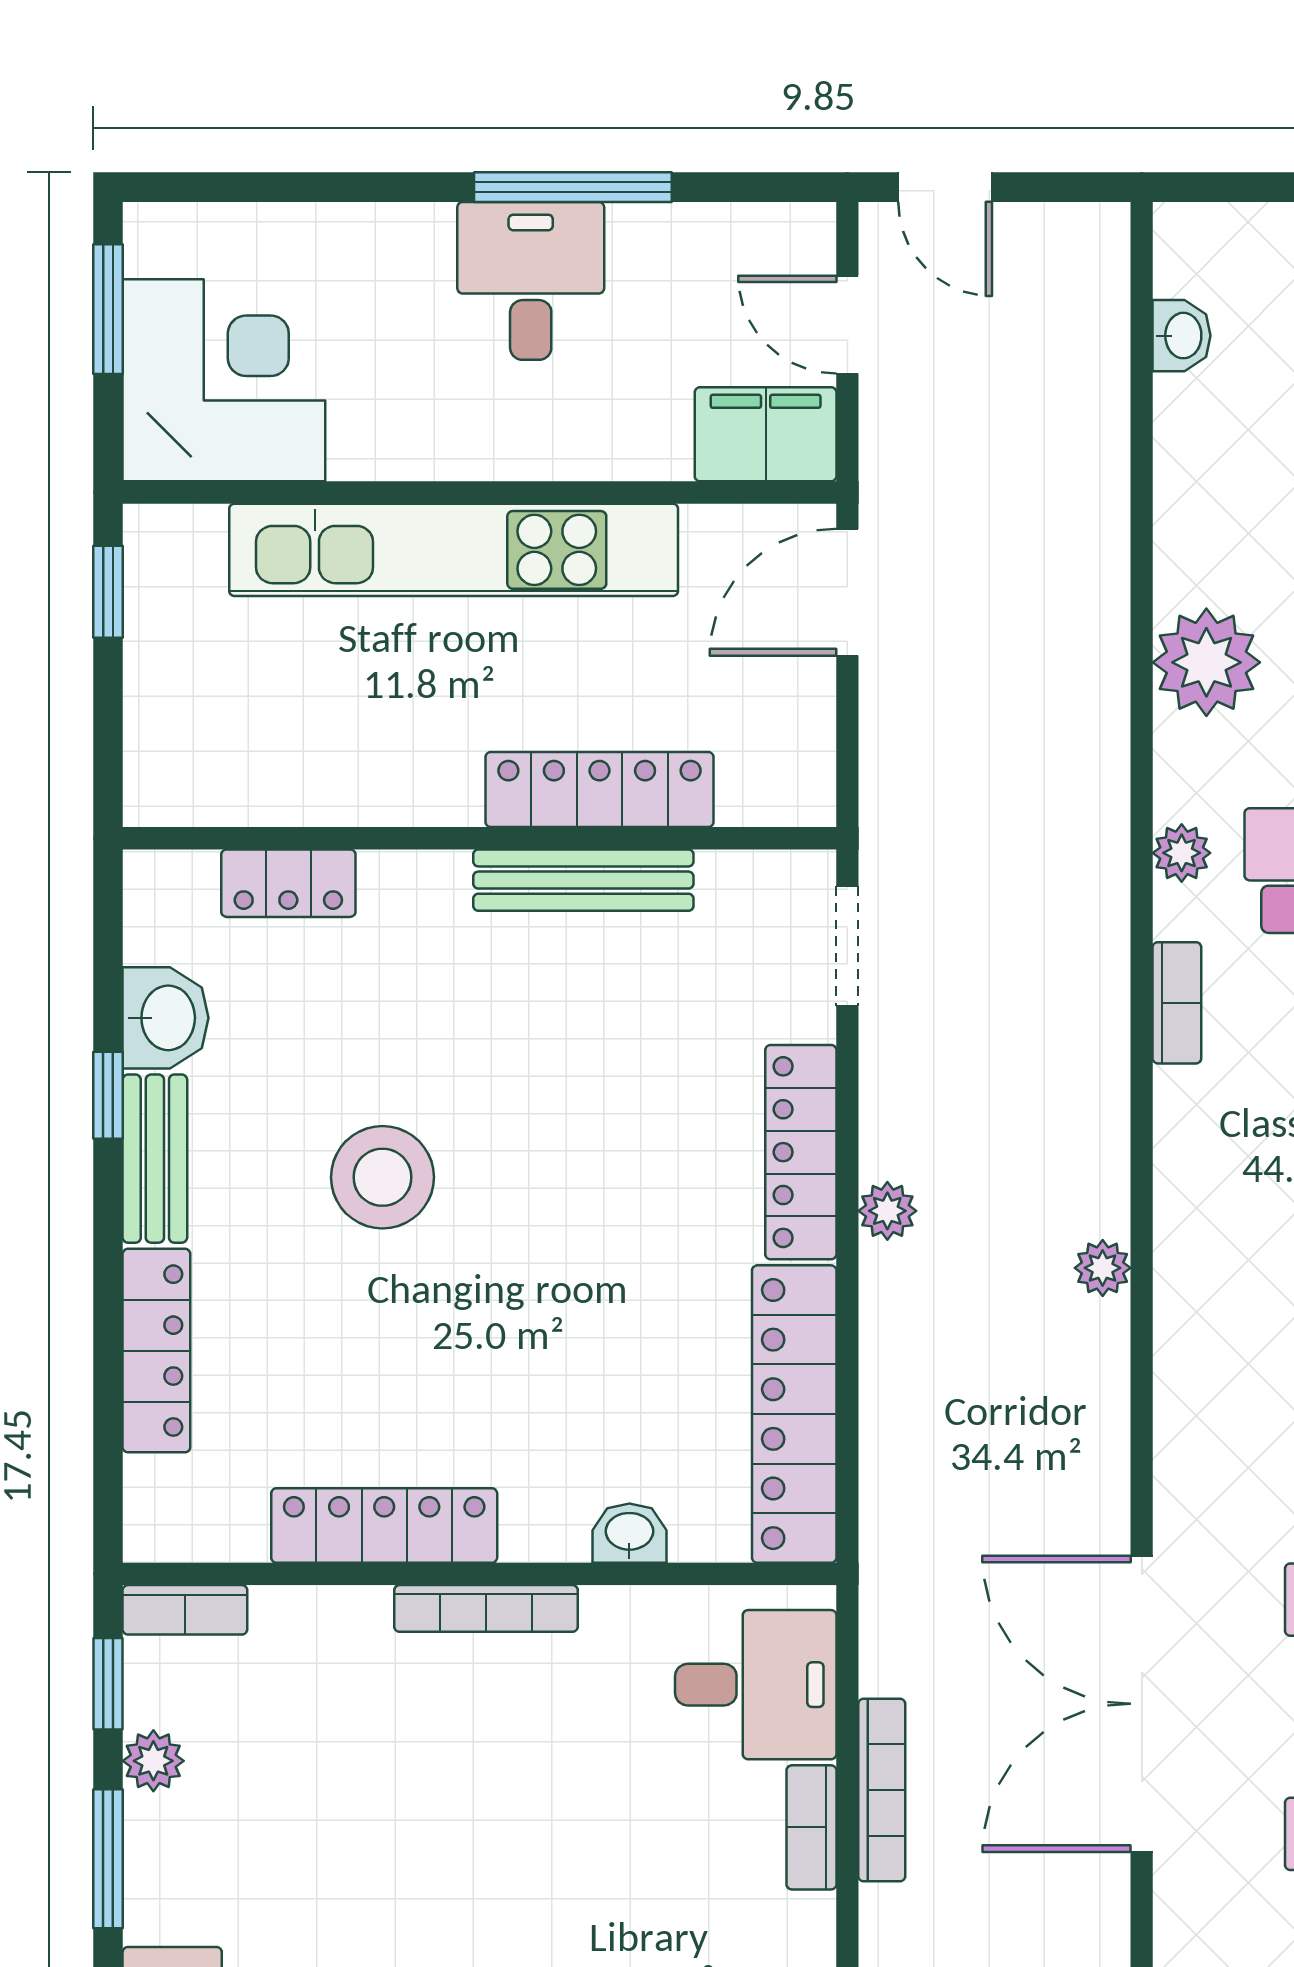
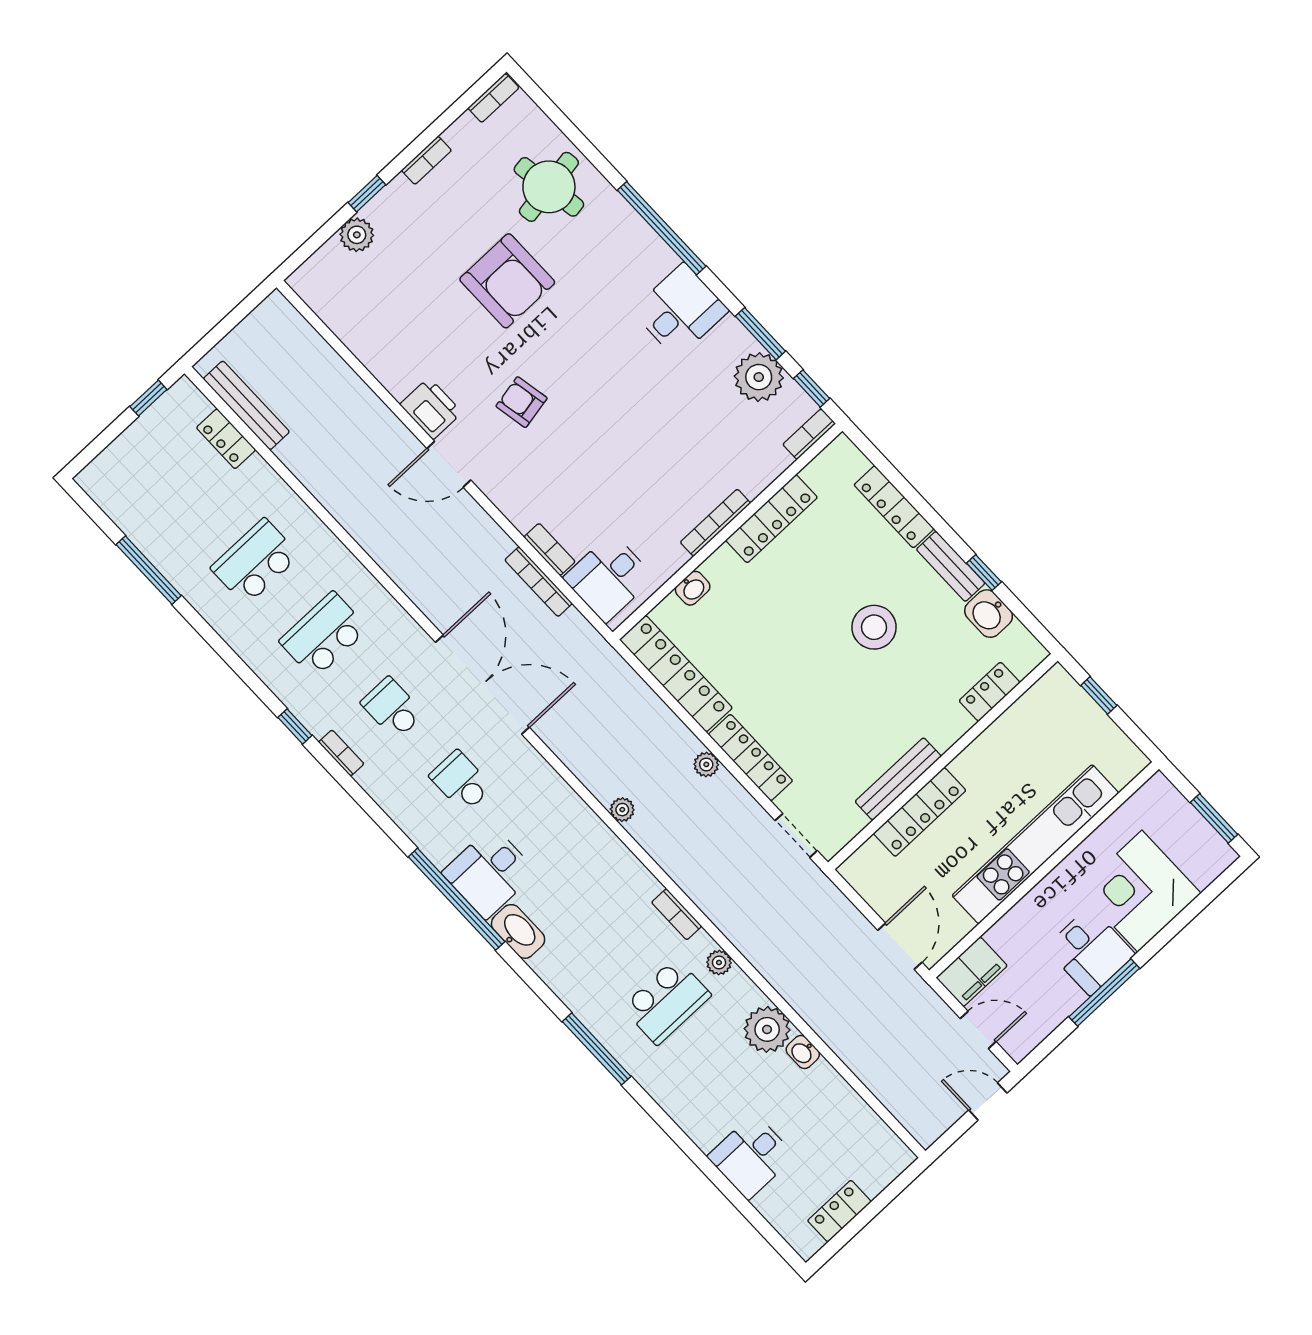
washbasin: (1182, 336) -> (803, 1052), moved
corner desk: (224, 380) -> (1140, 891), moved, turned 90
window: (108, 592) -> (1099, 695), moved
plant: (153, 1761) -> (759, 377), width x1.87, depth x1.87

